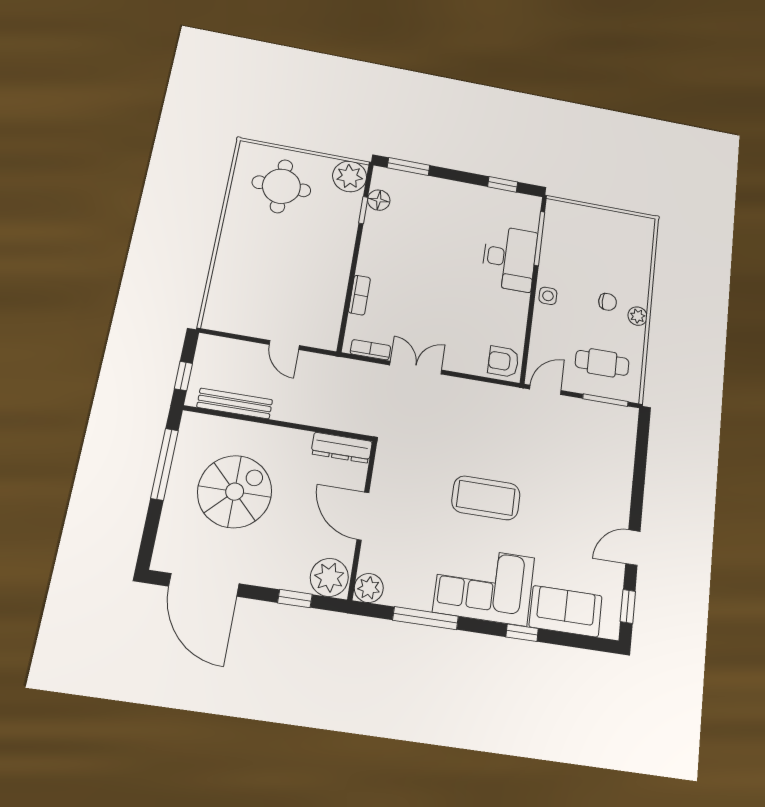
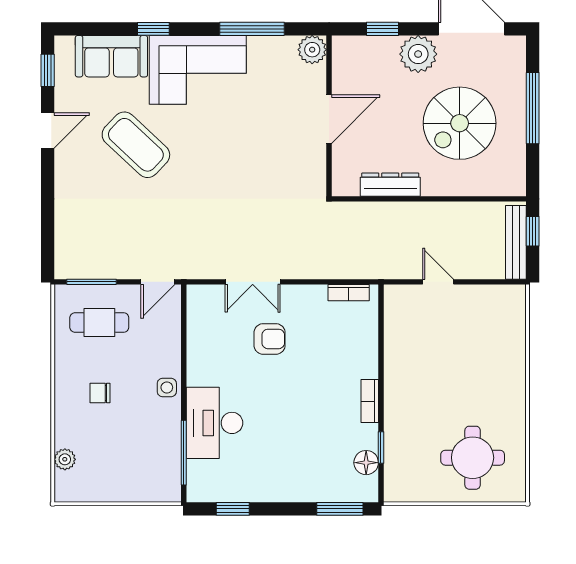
plant: (350, 176) -> (402, 484), removed
bookcase: (359, 295) -> (370, 401), moved
plant: (638, 316) -> (65, 459), moved
armchair: (503, 362) -> (270, 339), moved
double door: (416, 368) -> (253, 282), moved
bench: (235, 403) -> (516, 242), moved, turned 90
dresser: (342, 448) -> (390, 185), moved
window: (164, 464) -> (533, 108), moved
coffee table: (486, 498) -> (136, 145), moved, turned 43
door: (363, 516) -> (329, 119), hinge flipped
plant: (329, 577) -> (418, 54), moved

